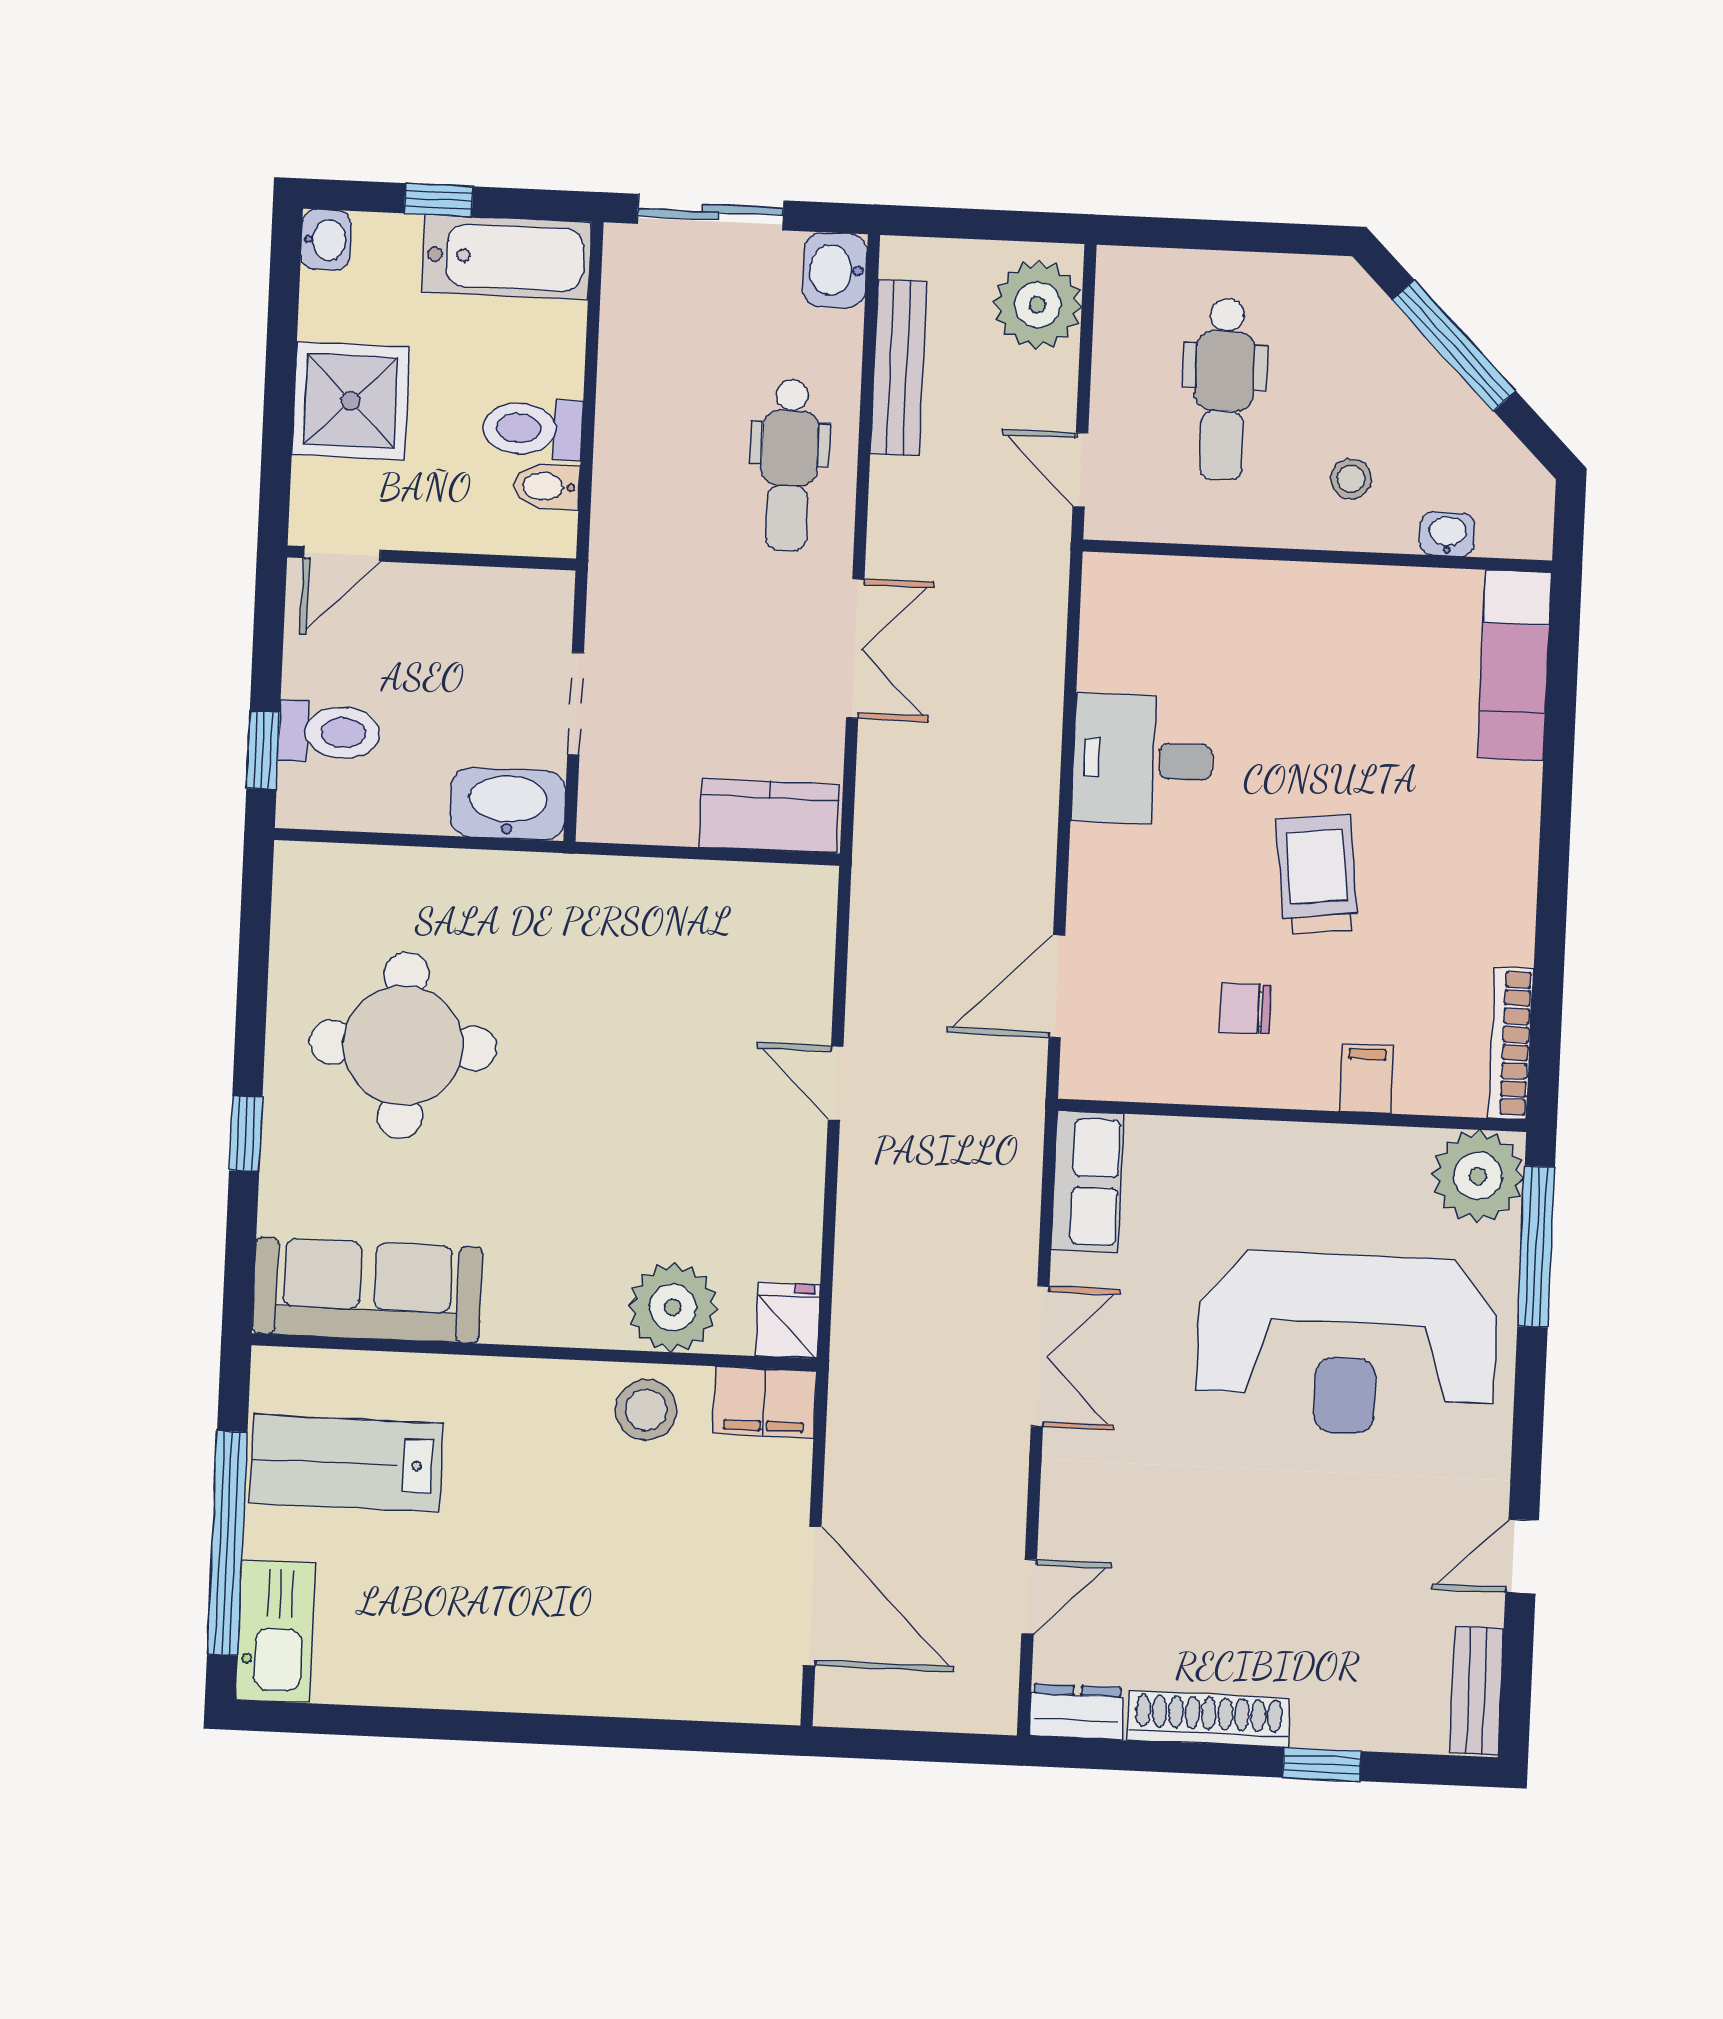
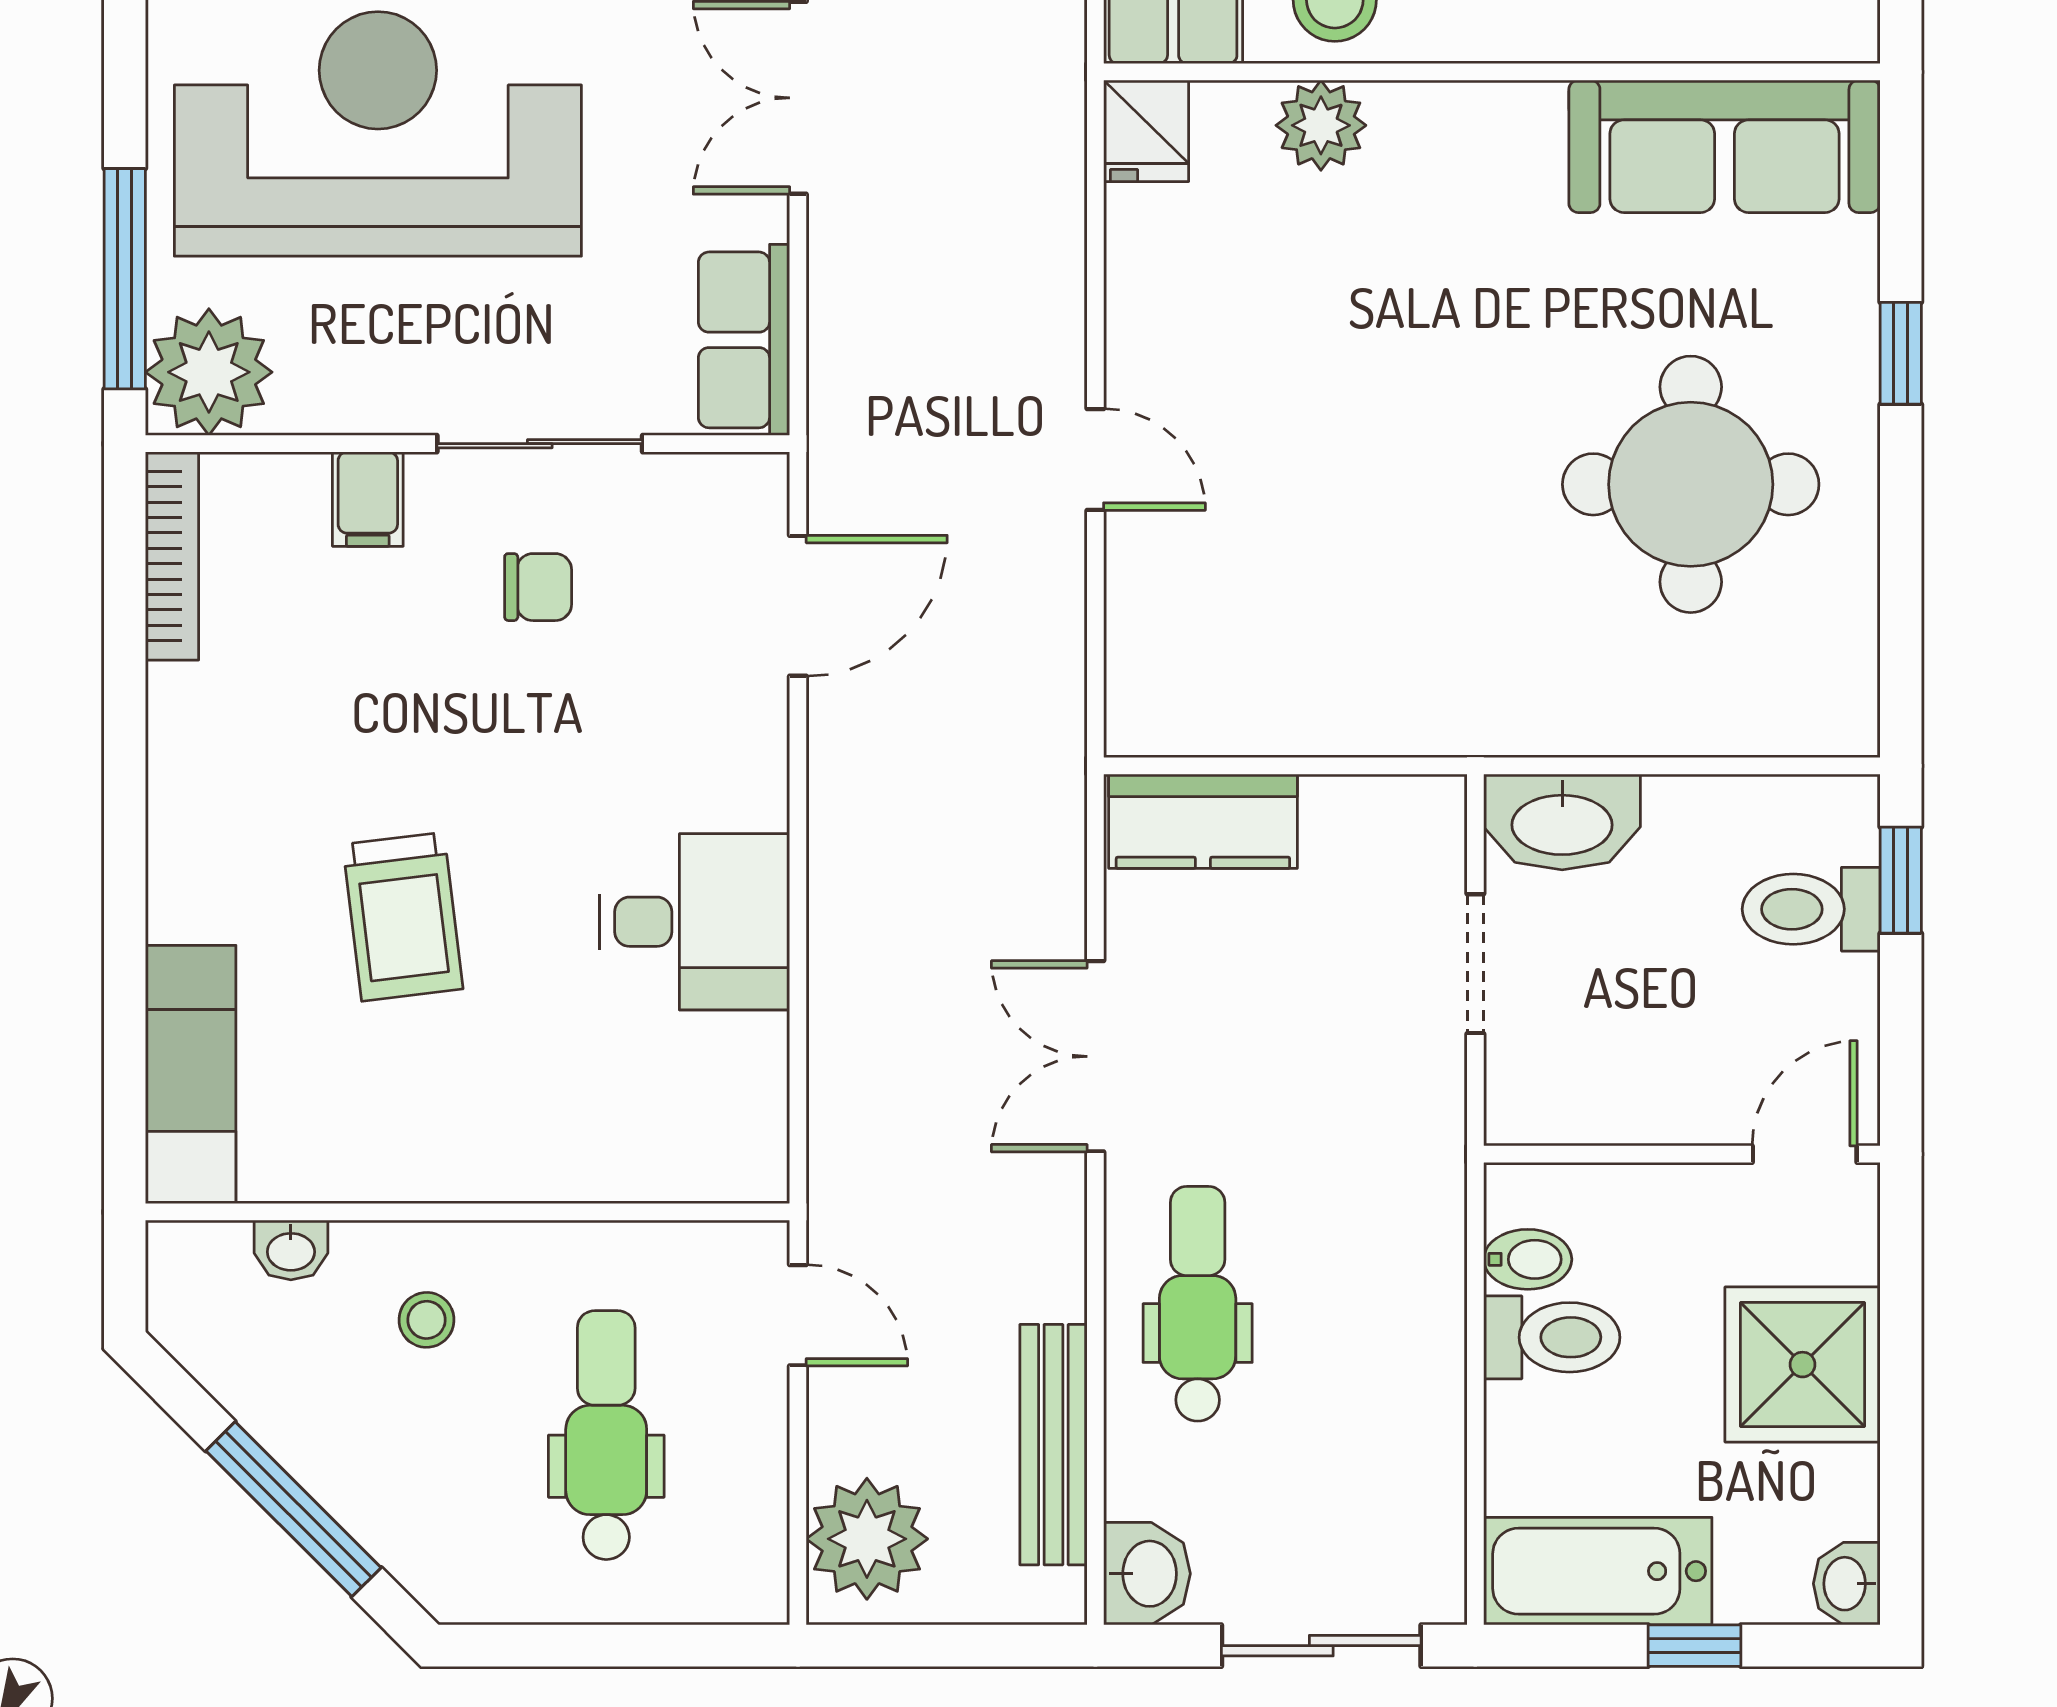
trolley: (1317, 875) -> (403, 917), moved
sliding door: (1239, 1113) -> (540, 444), added
plant: (673, 1307) -> (1321, 125), width x0.73, depth x0.73

